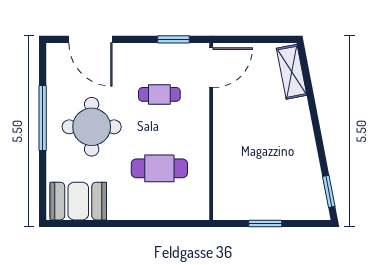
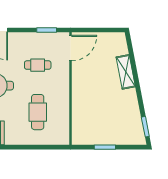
shelving: (292, 72) -> (126, 72), moved
cafe table: (159, 168) -> (38, 112), turned 90

